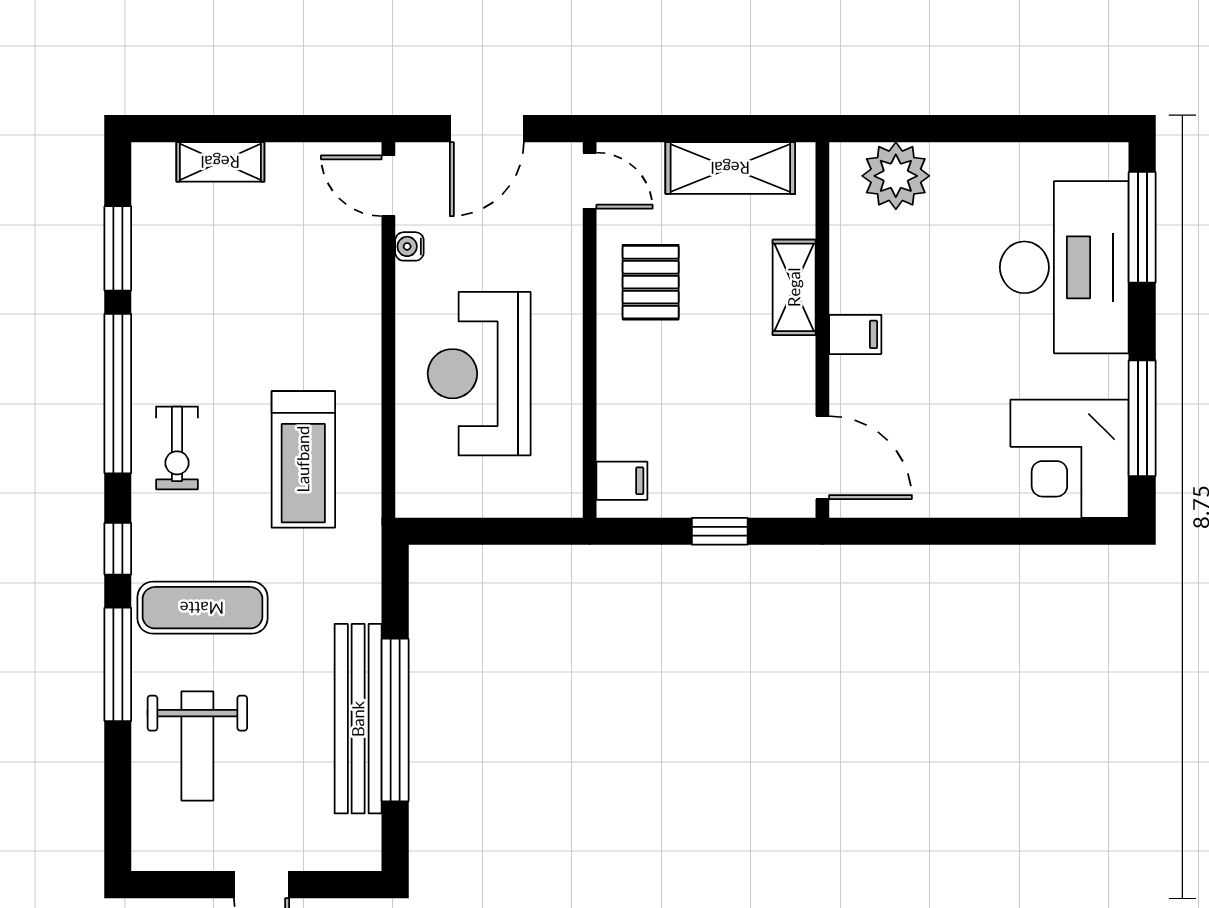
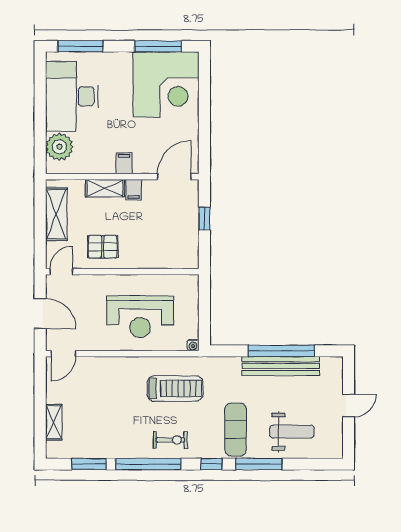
water cooler: (409, 246) -> (193, 345), moved
desk: (1064, 267) -> (72, 96), moved, turned -90
corner desk: (1070, 459) -> (166, 85), width x1.36, depth x1.36
filing cabinet: (622, 481) -> (134, 190), moved, turned 180

